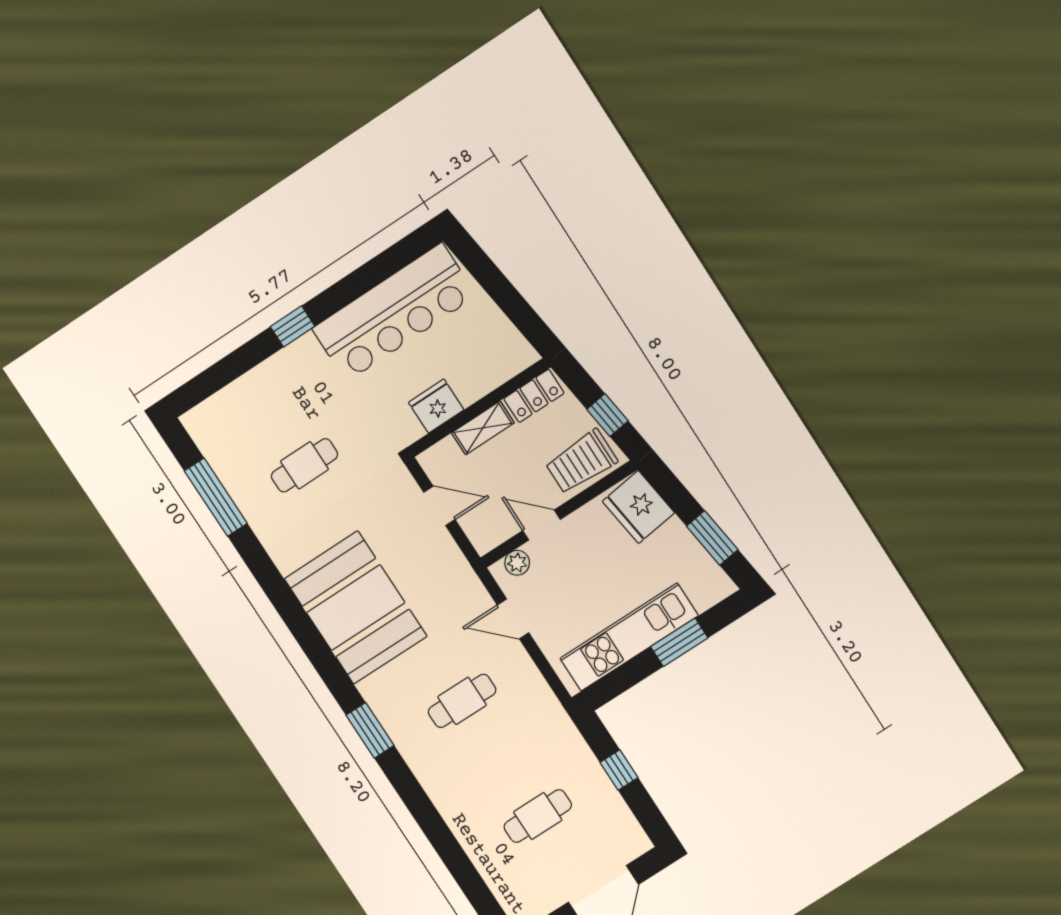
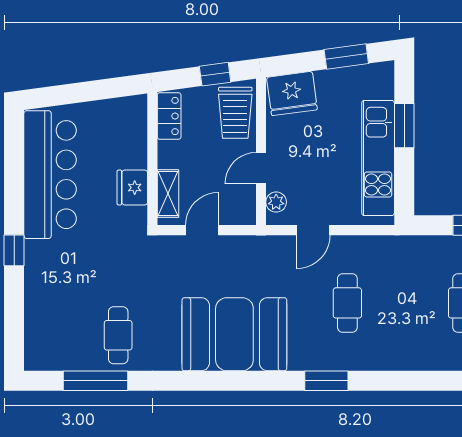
shelving: (483, 428) -> (168, 194), moved
cafe table: (304, 465) -> (118, 335), moved

